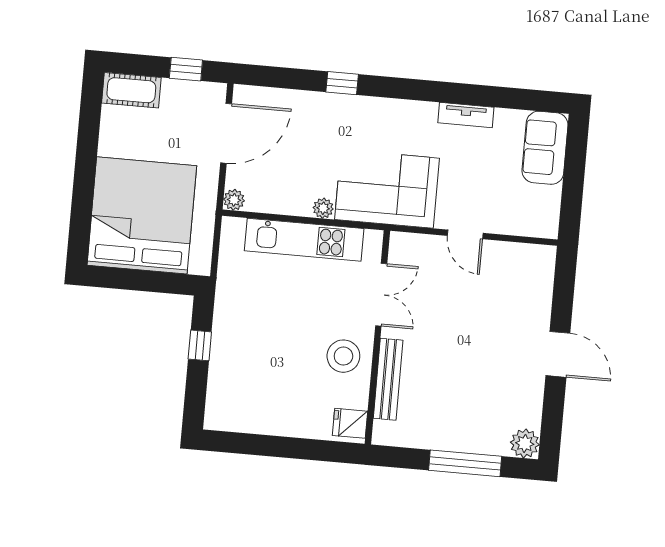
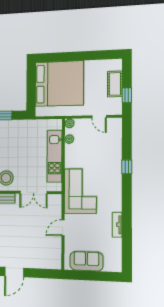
cot: (131, 90) -> (115, 84), moved
door: (226, 133) -> (99, 117), width x0.53
sofa: (545, 148) -> (86, 261), moved
plant: (323, 208) -> (69, 139), moved

